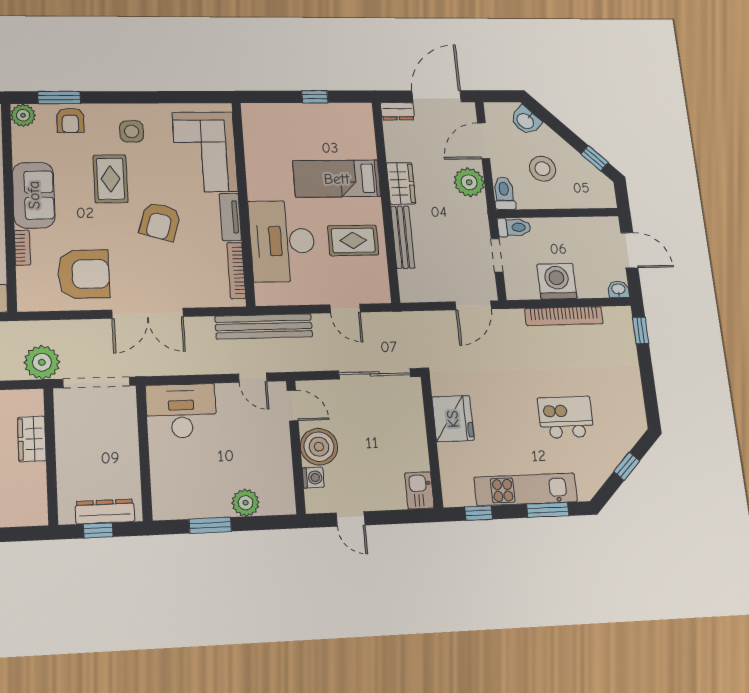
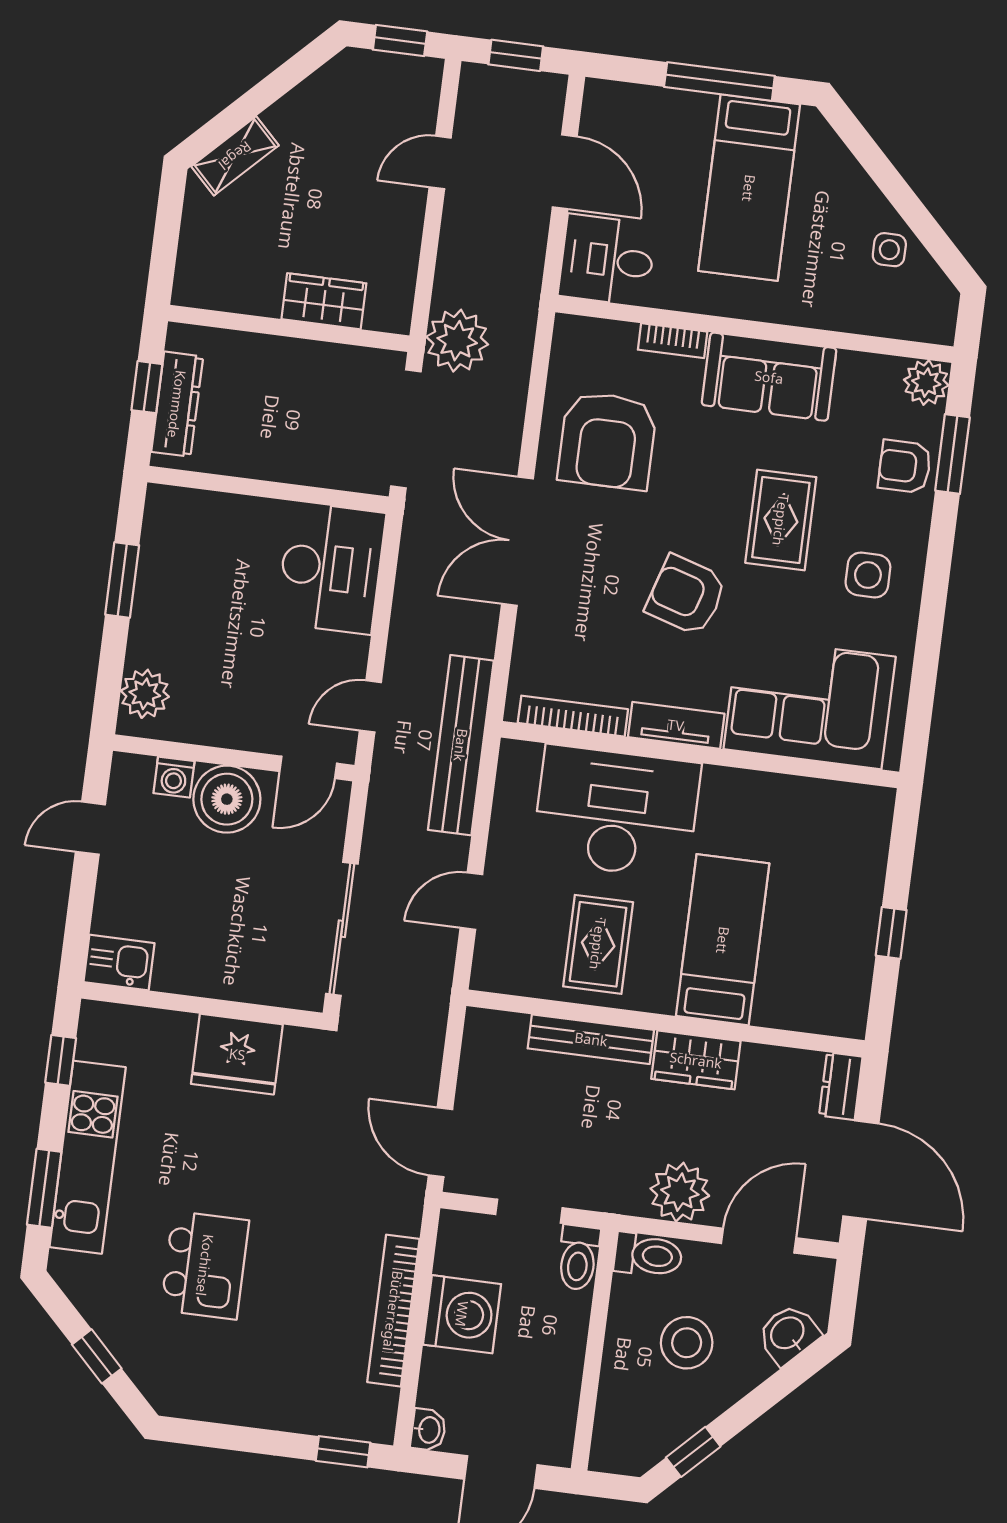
door: (484, 141) -> (759, 1241), hinge flipped
rug: (110, 179) -> (781, 520), turned 90
plant: (245, 503) -> (145, 694), moved

